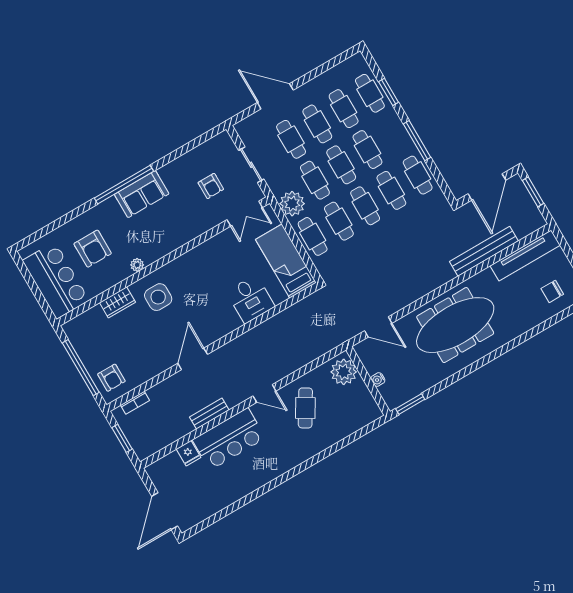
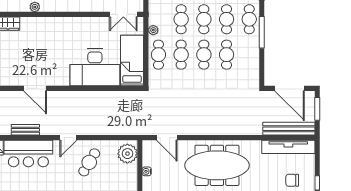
cafe table: (418, 175) -> (249, 19), moved
door: (487, 187) -> (289, 88), hinge flipped
plant: (292, 204) -> (153, 30), width x0.53, depth x0.53
bench: (484, 251) -> (289, 129), moved
side table: (158, 297) -> (36, 36), removed
desk: (251, 299) -> (95, 67), width x1.87, depth x1.30
door: (193, 359) -> (35, 88), swing flipped
door: (264, 393) -> (68, 138), hinge flipped

